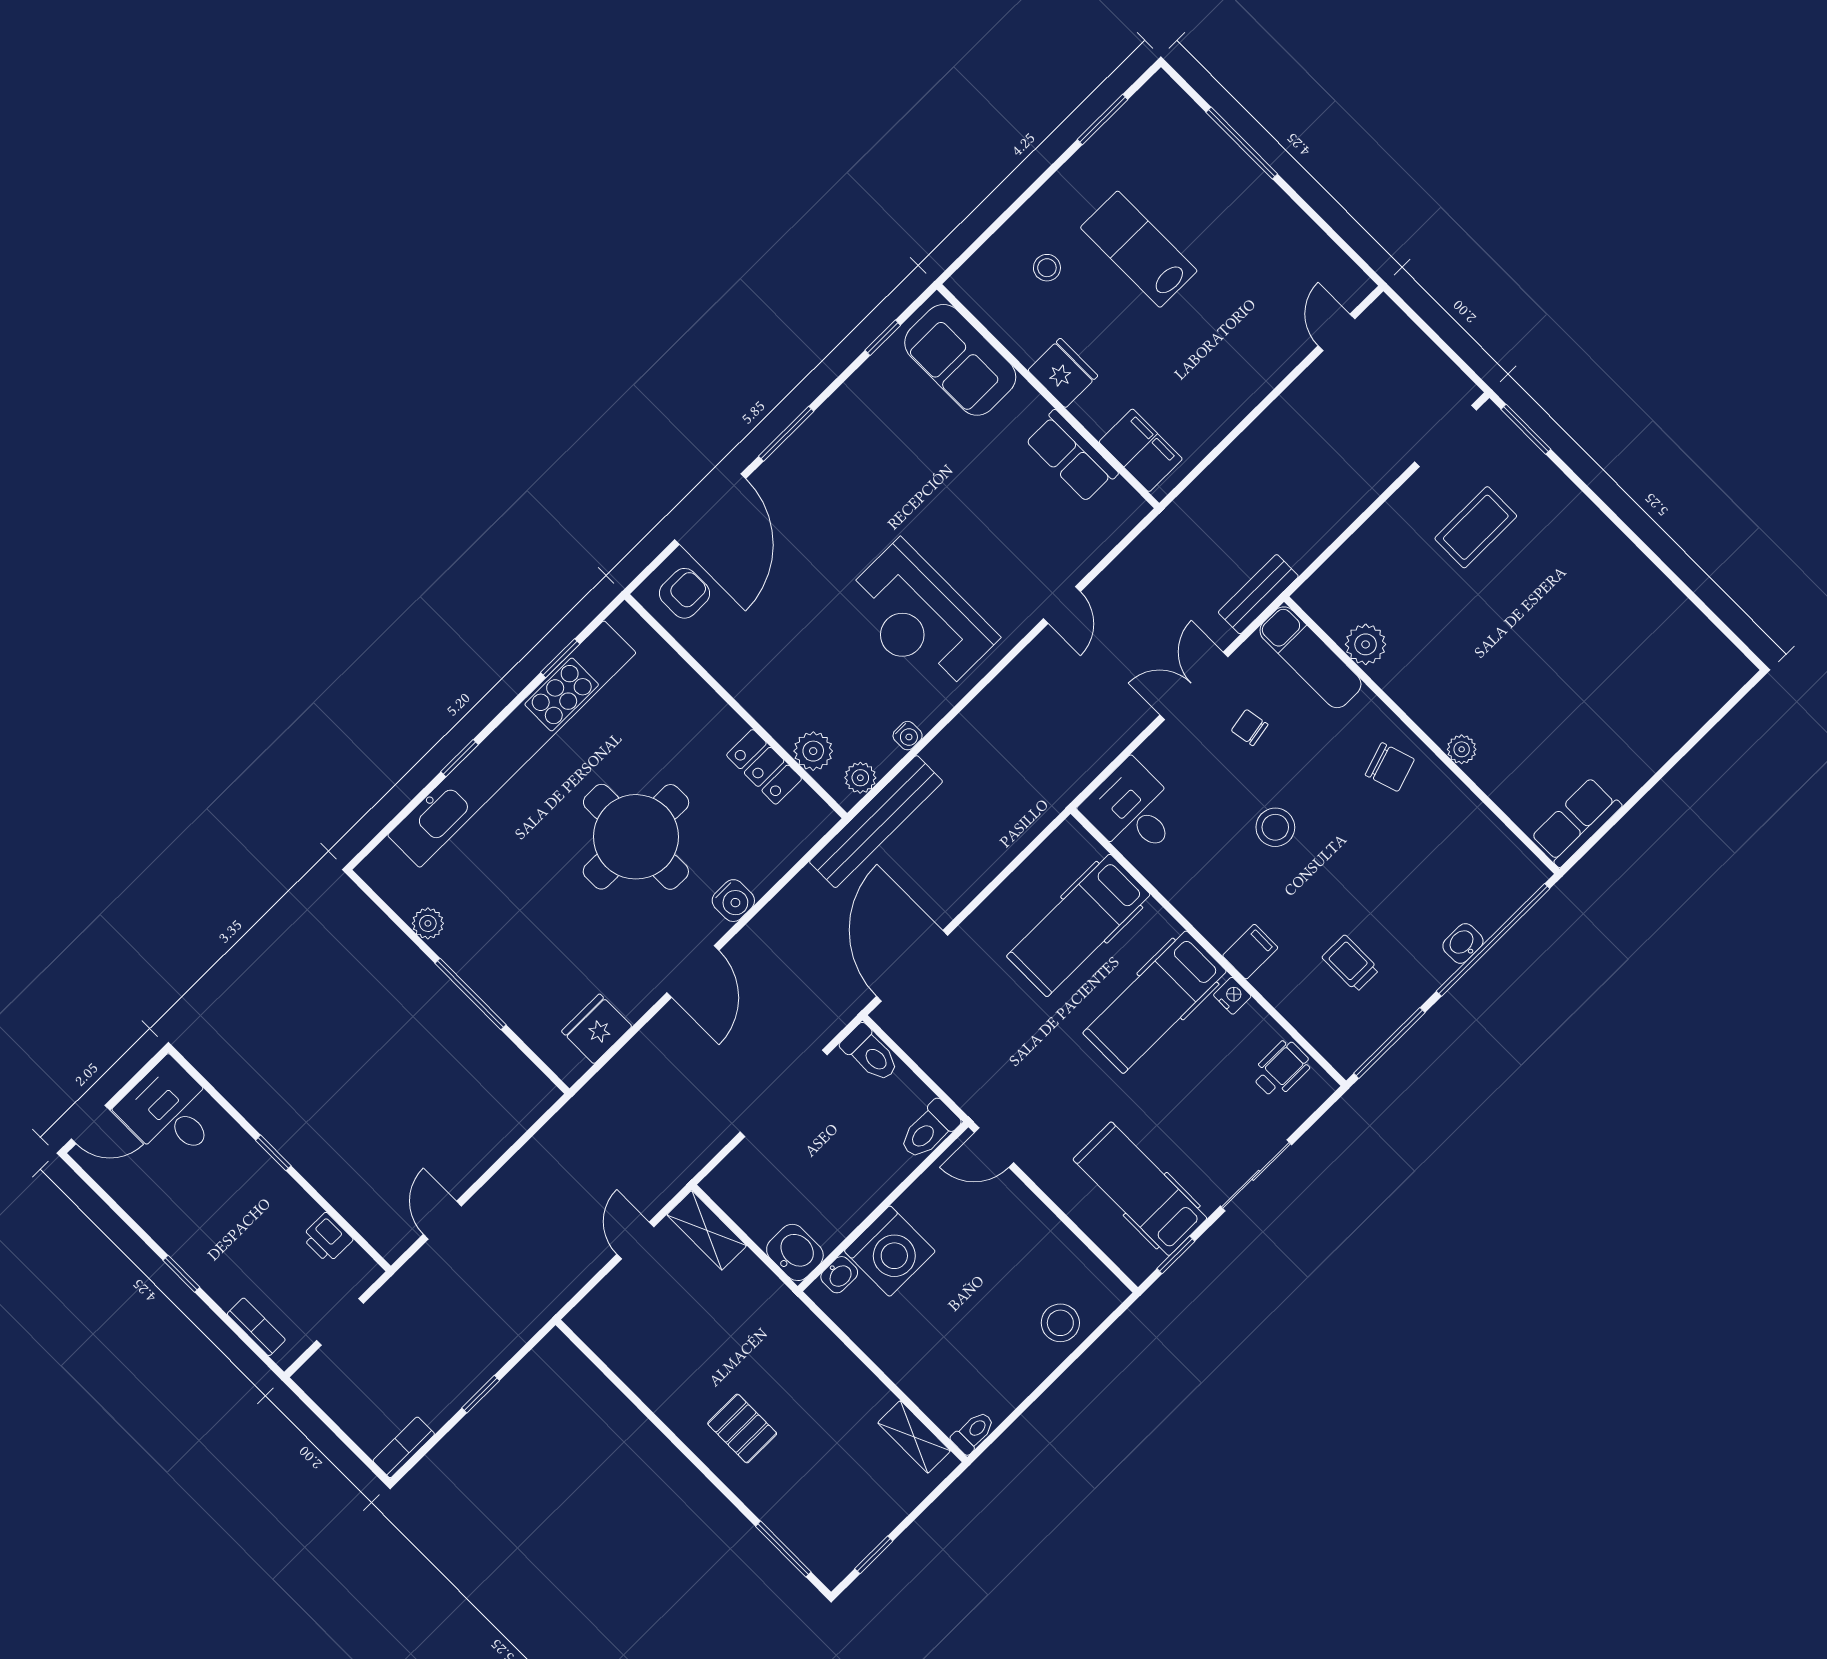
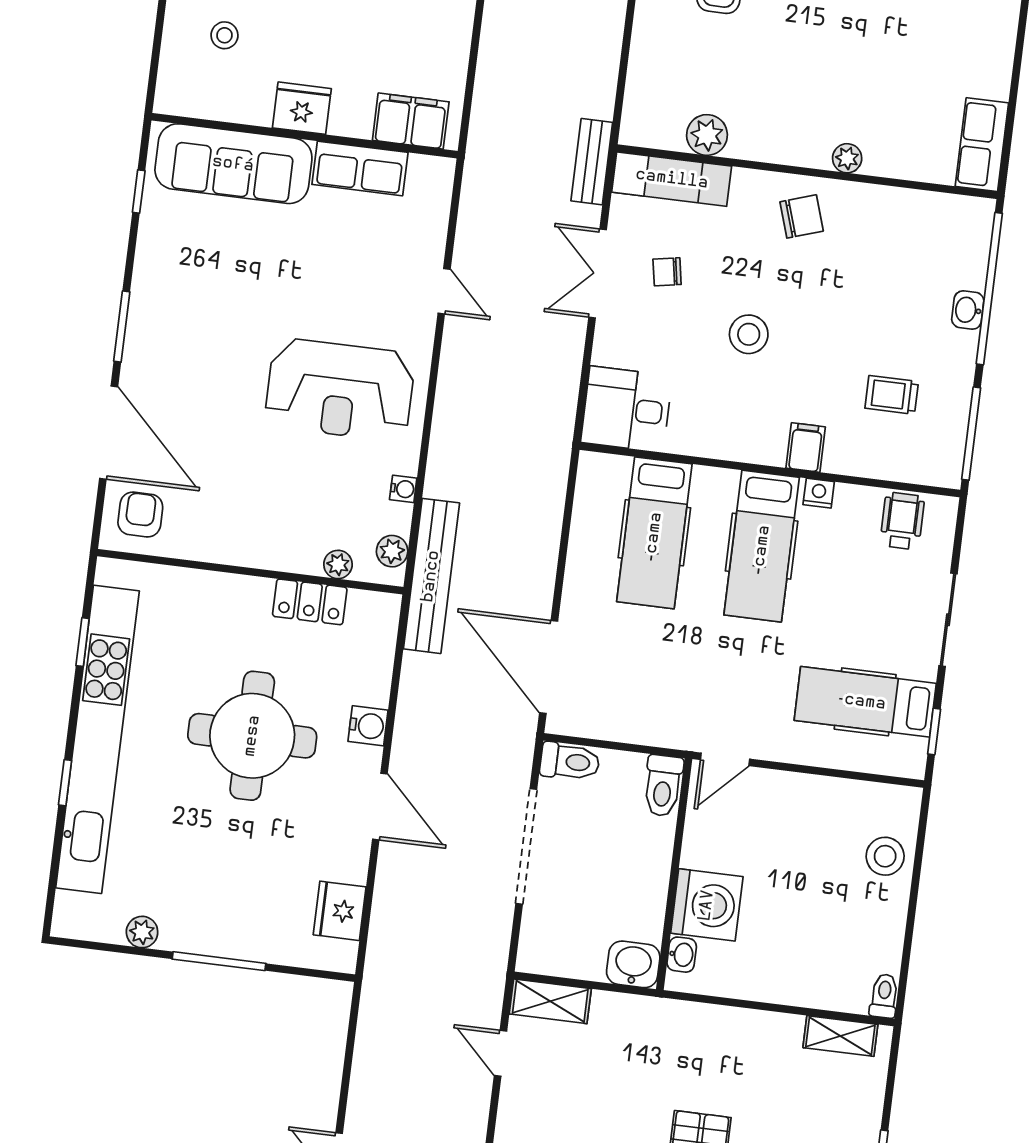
sofa: (960, 360) -> (233, 164), width x1.36
plant: (813, 751) -> (338, 564), width x0.73, depth x0.73

